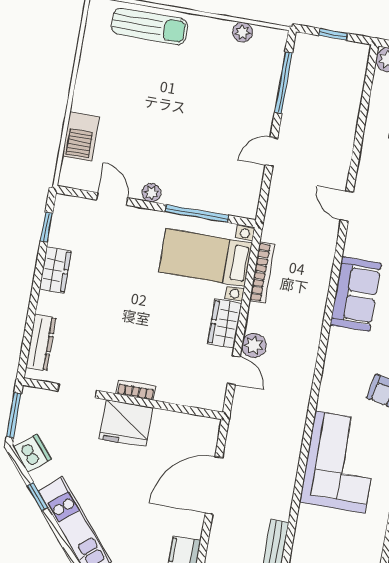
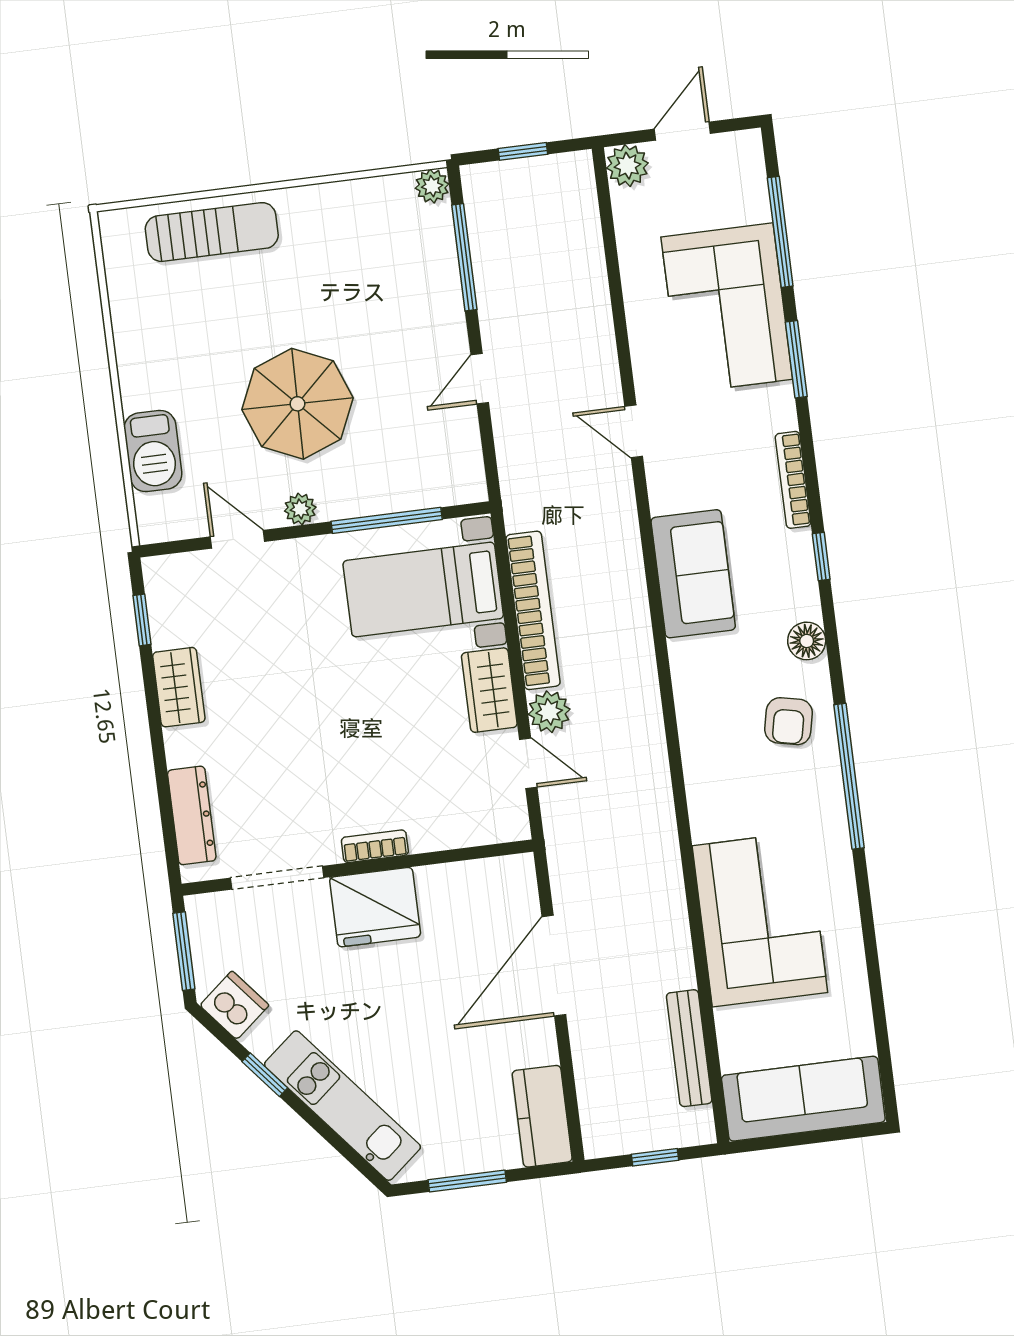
plant: (243, 32) -> (432, 186), moved
parasol: (168, 135) -> (297, 404), added
bookcase: (262, 273) -> (533, 610), width x1.48, depth x1.31
doorway: (77, 391) -> (277, 878), width x1.38
corner sofa: (340, 462) -> (760, 919), moved

